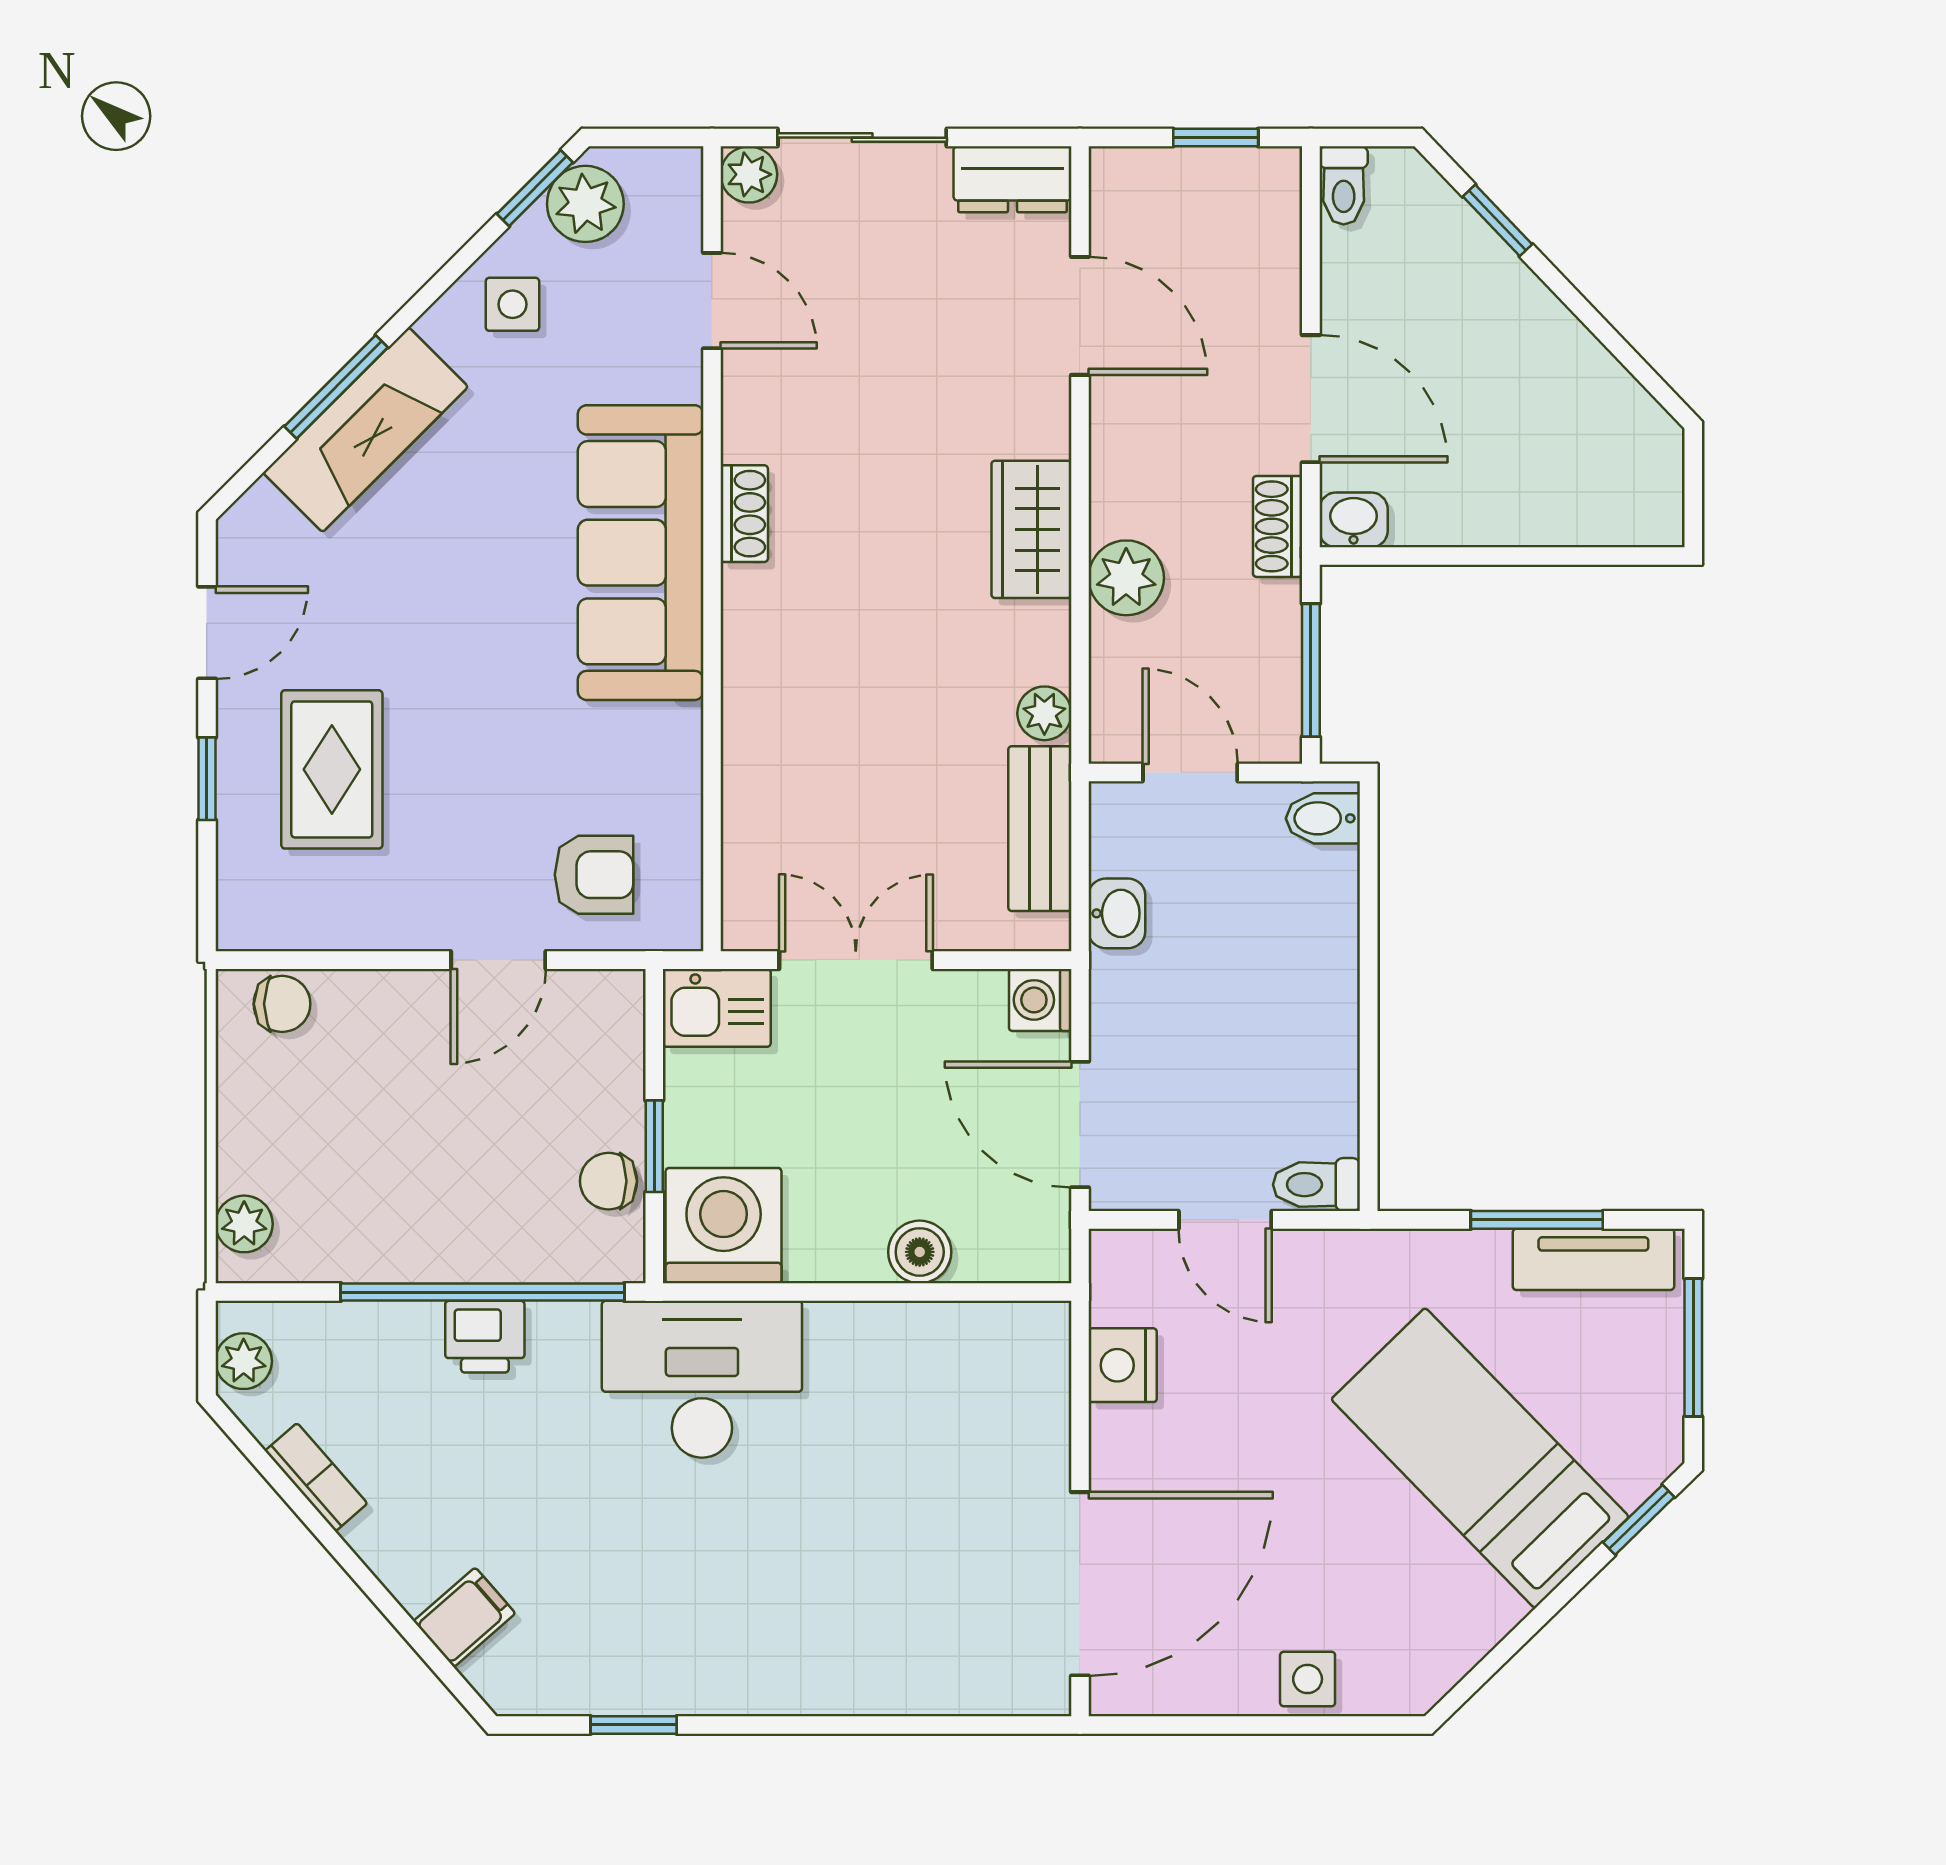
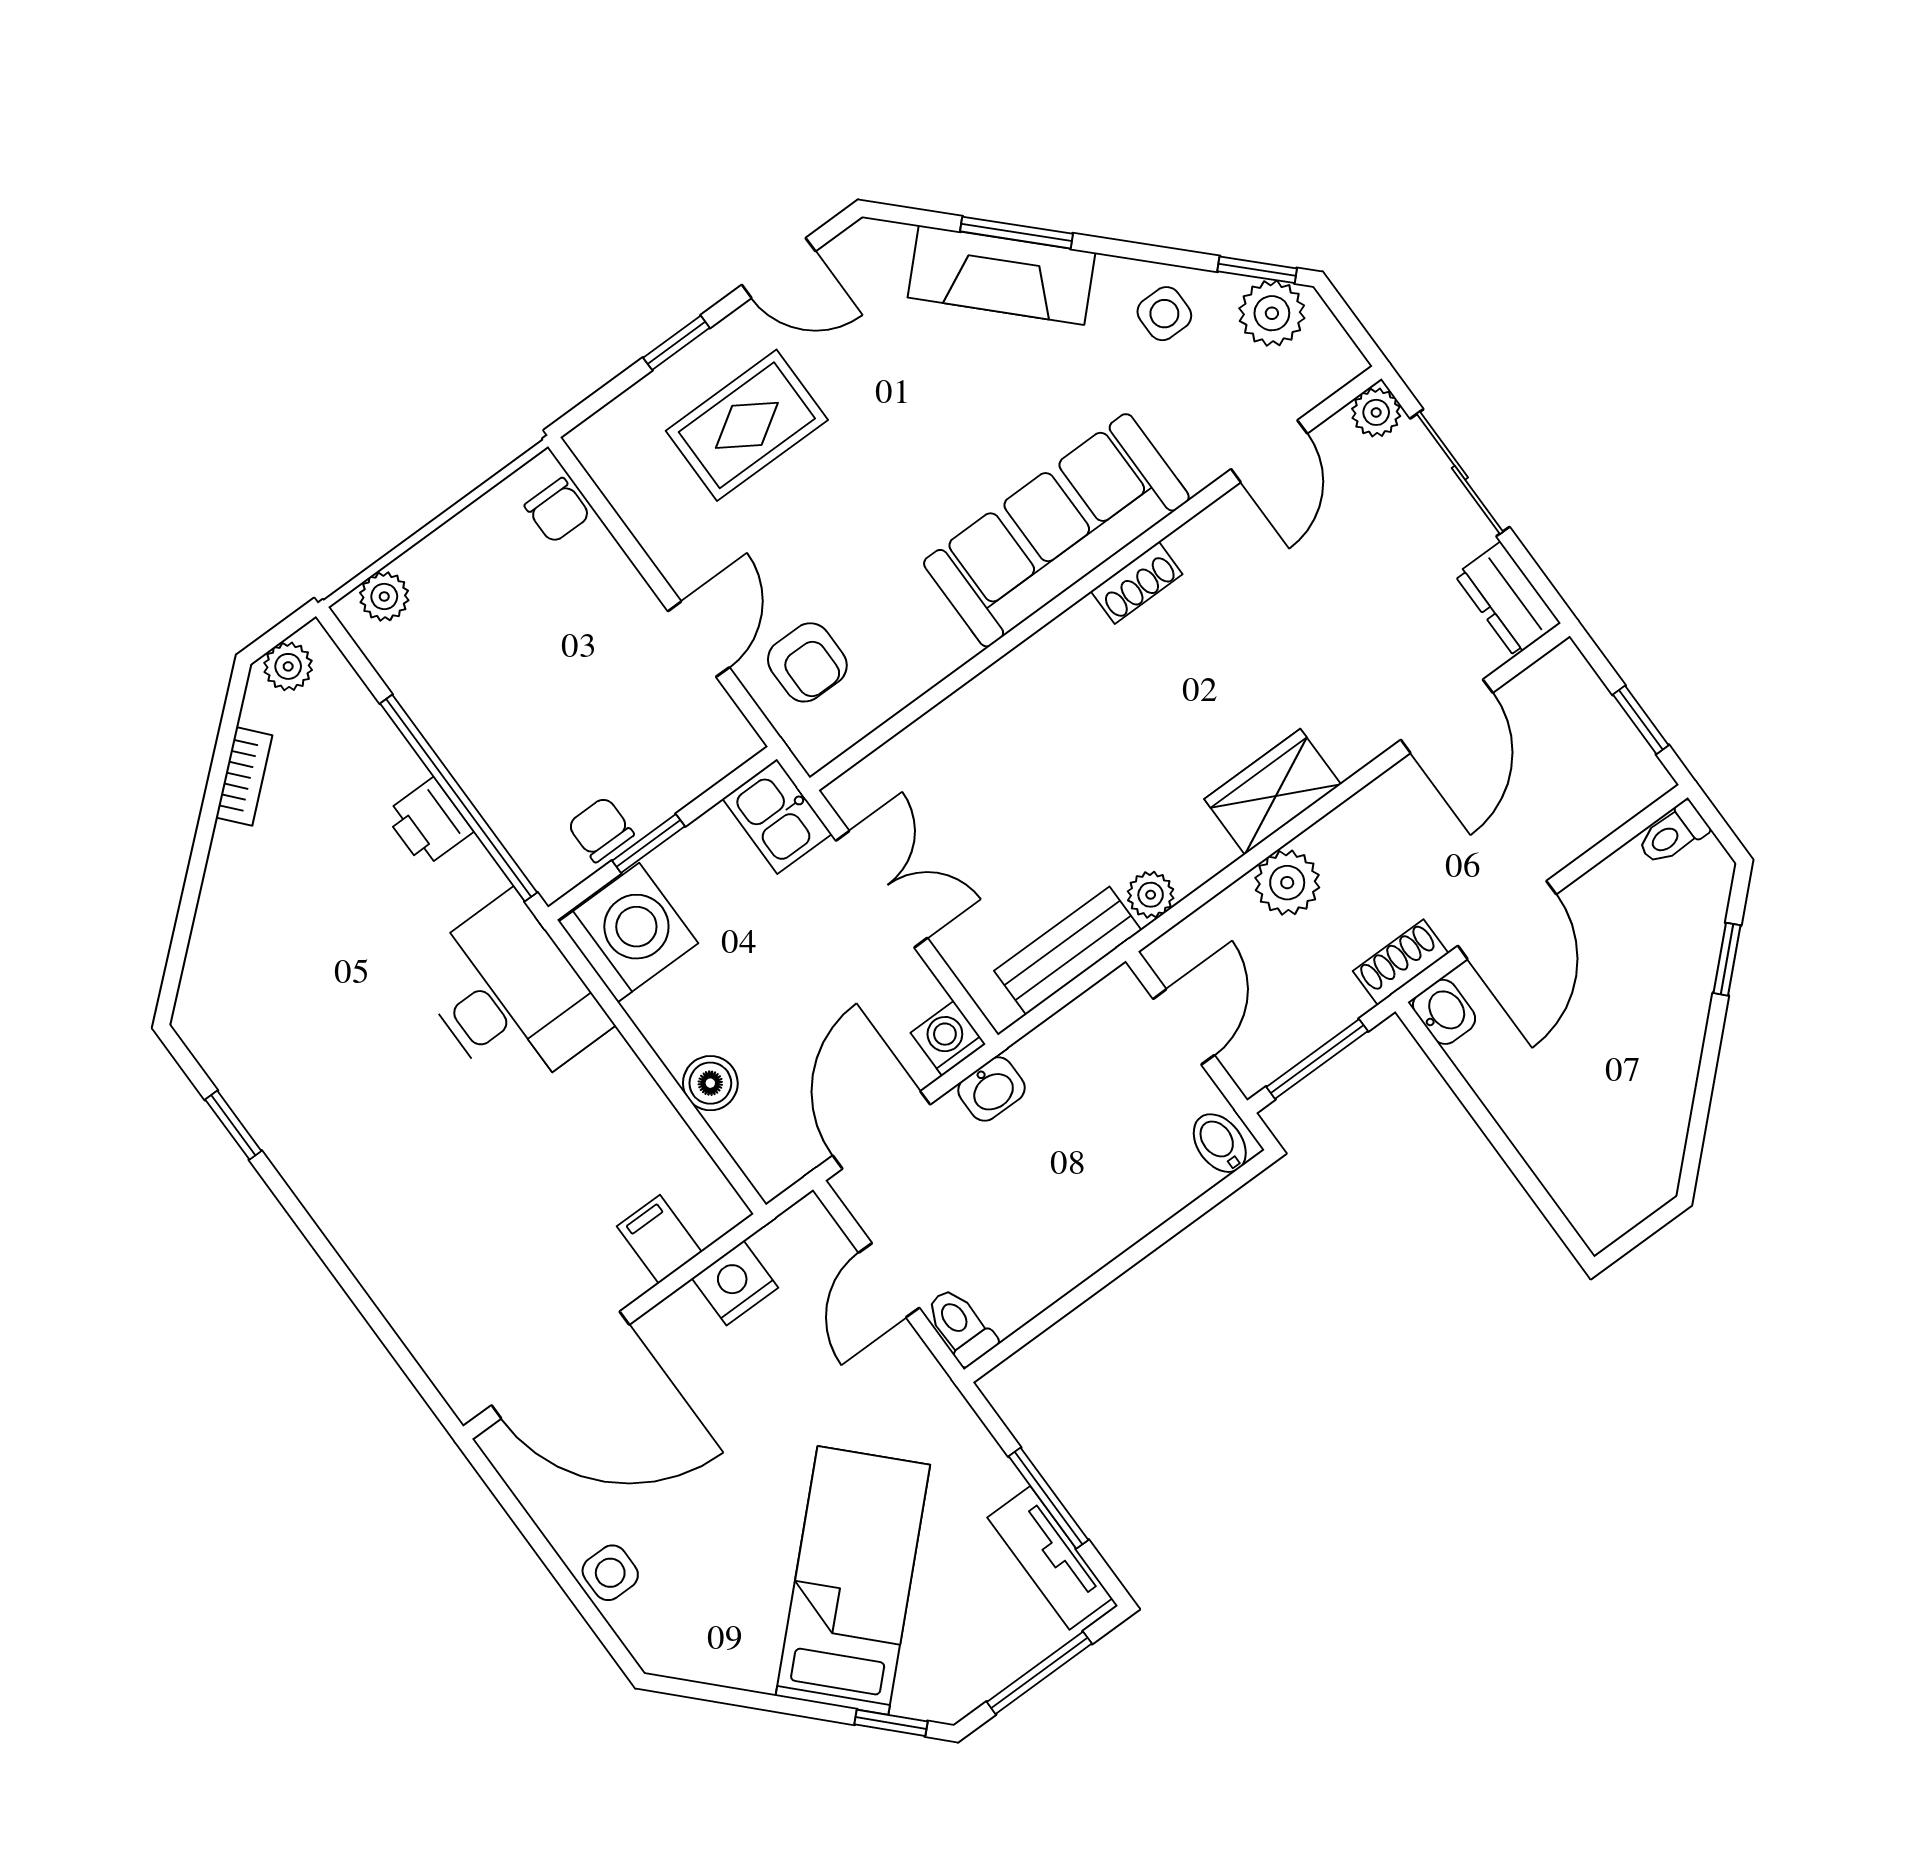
washbasin: (1117, 913) -> (991, 1089), moved
door: (498, 960) -> (699, 639), swing flipped
filing cabinet: (464, 1617) -> (659, 1239), moved, turned -139

